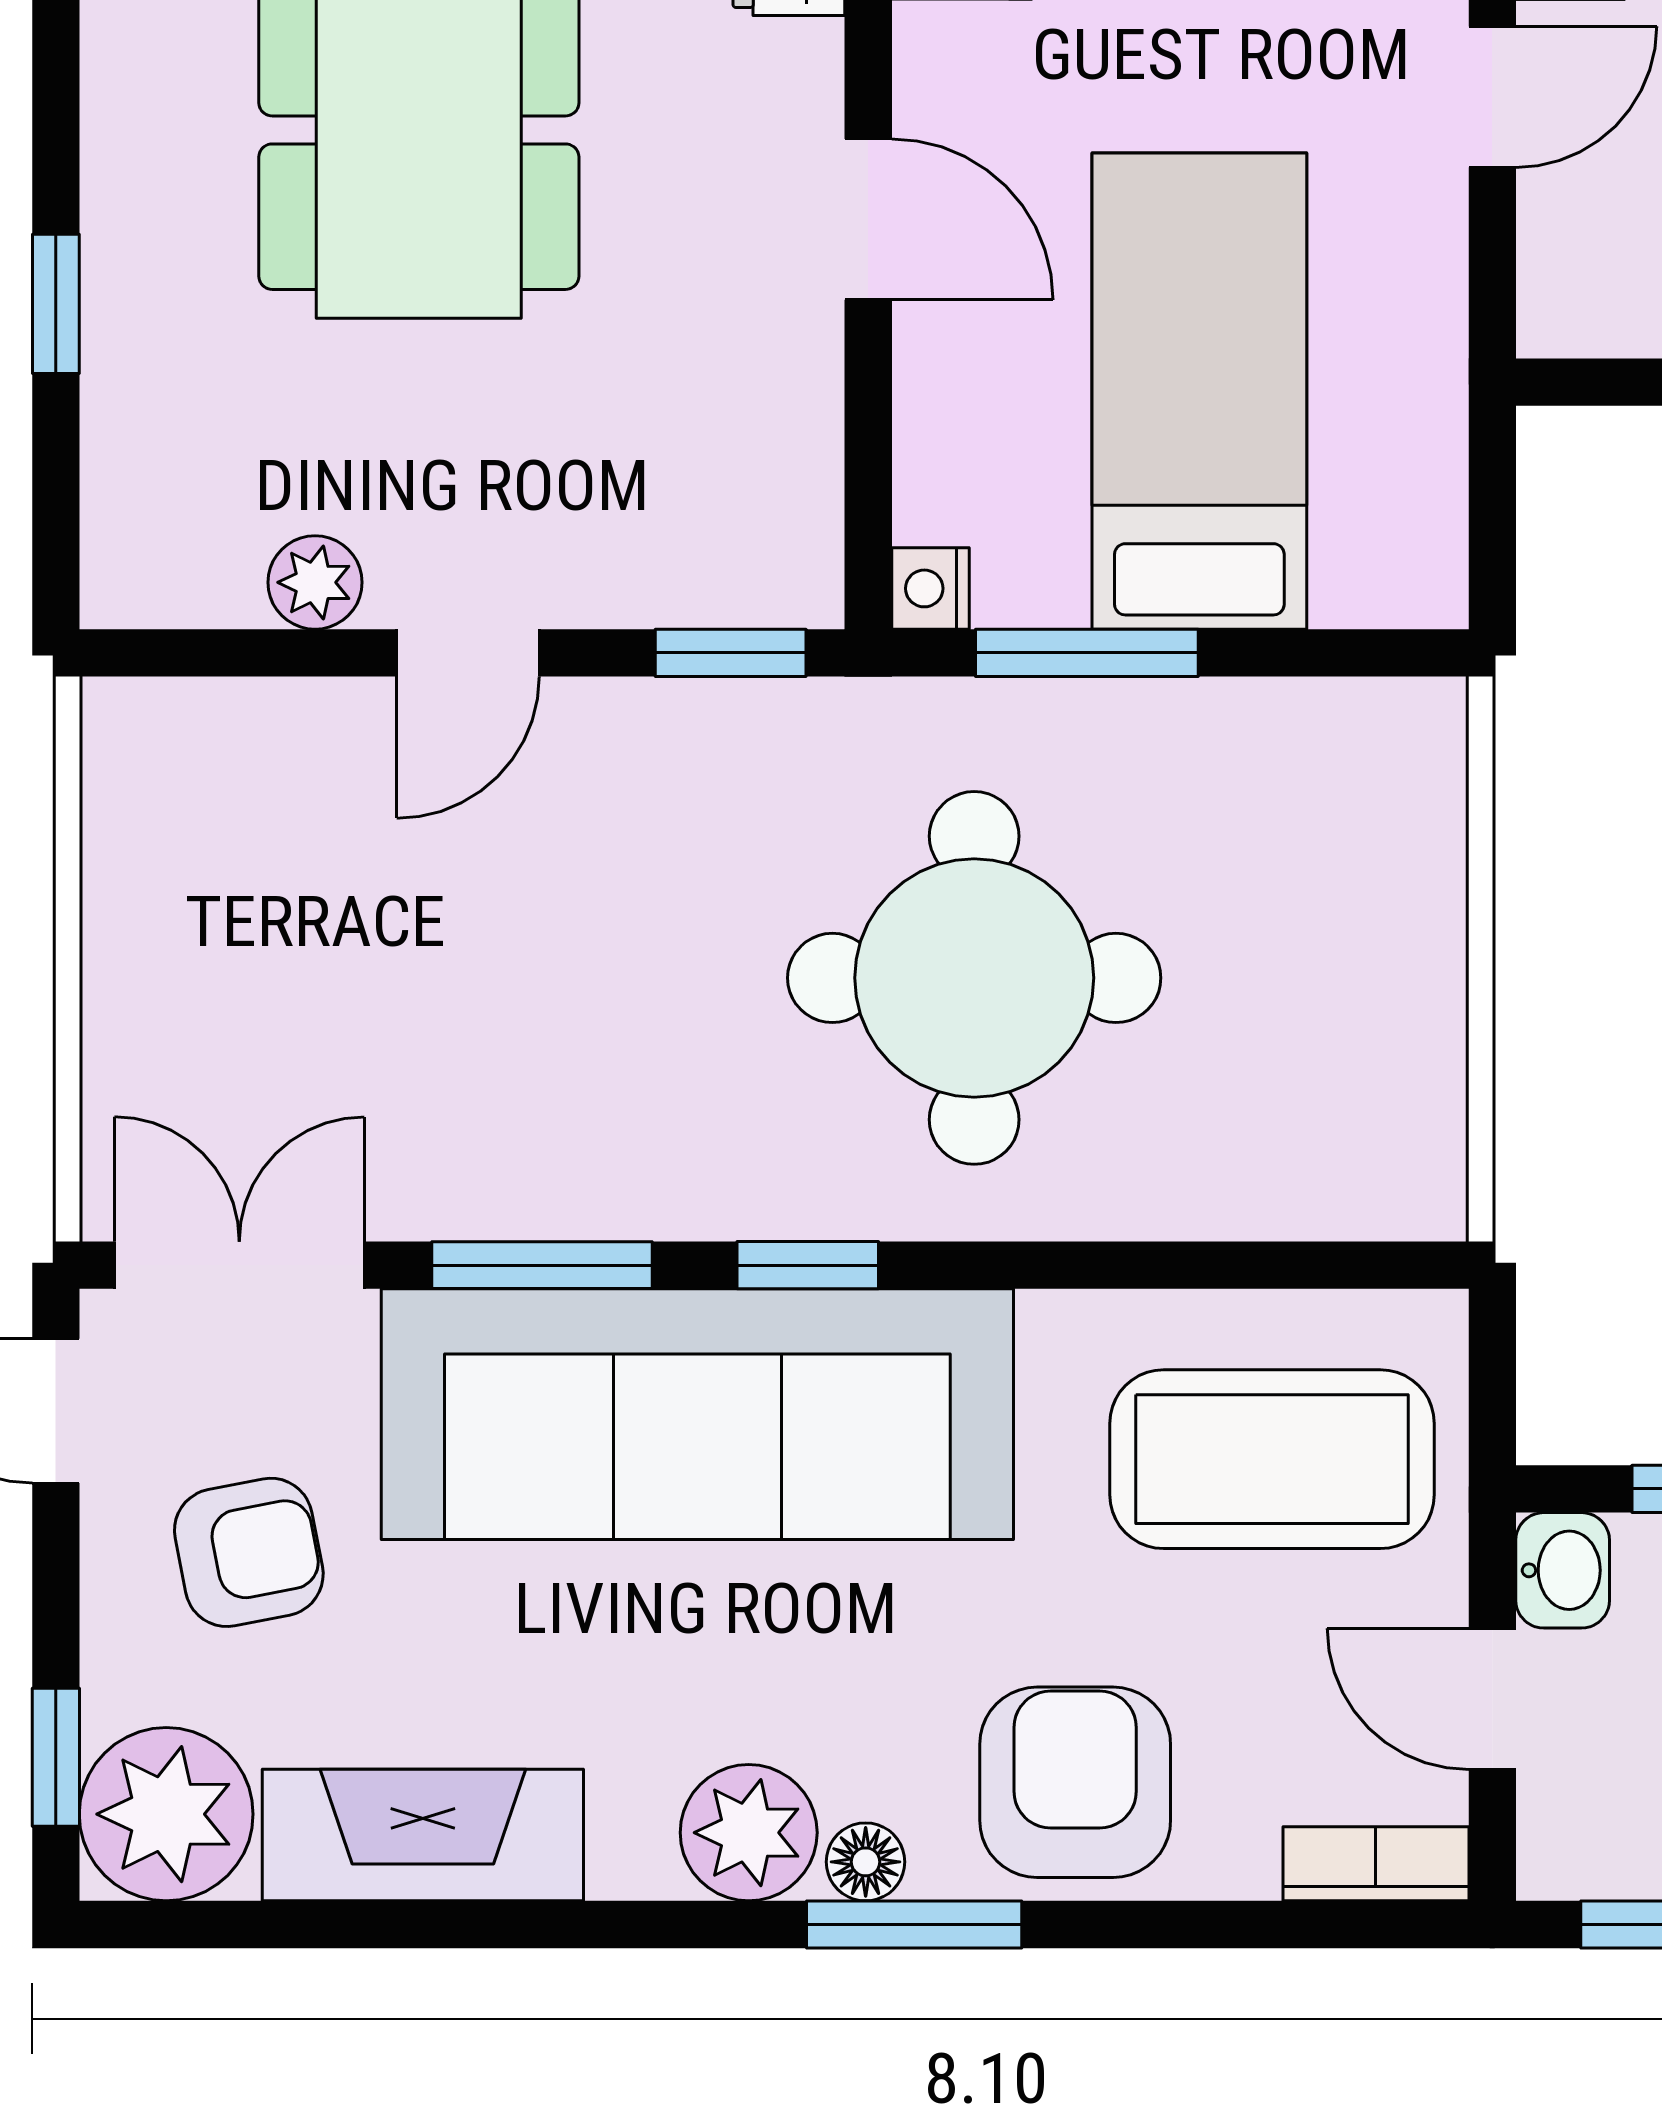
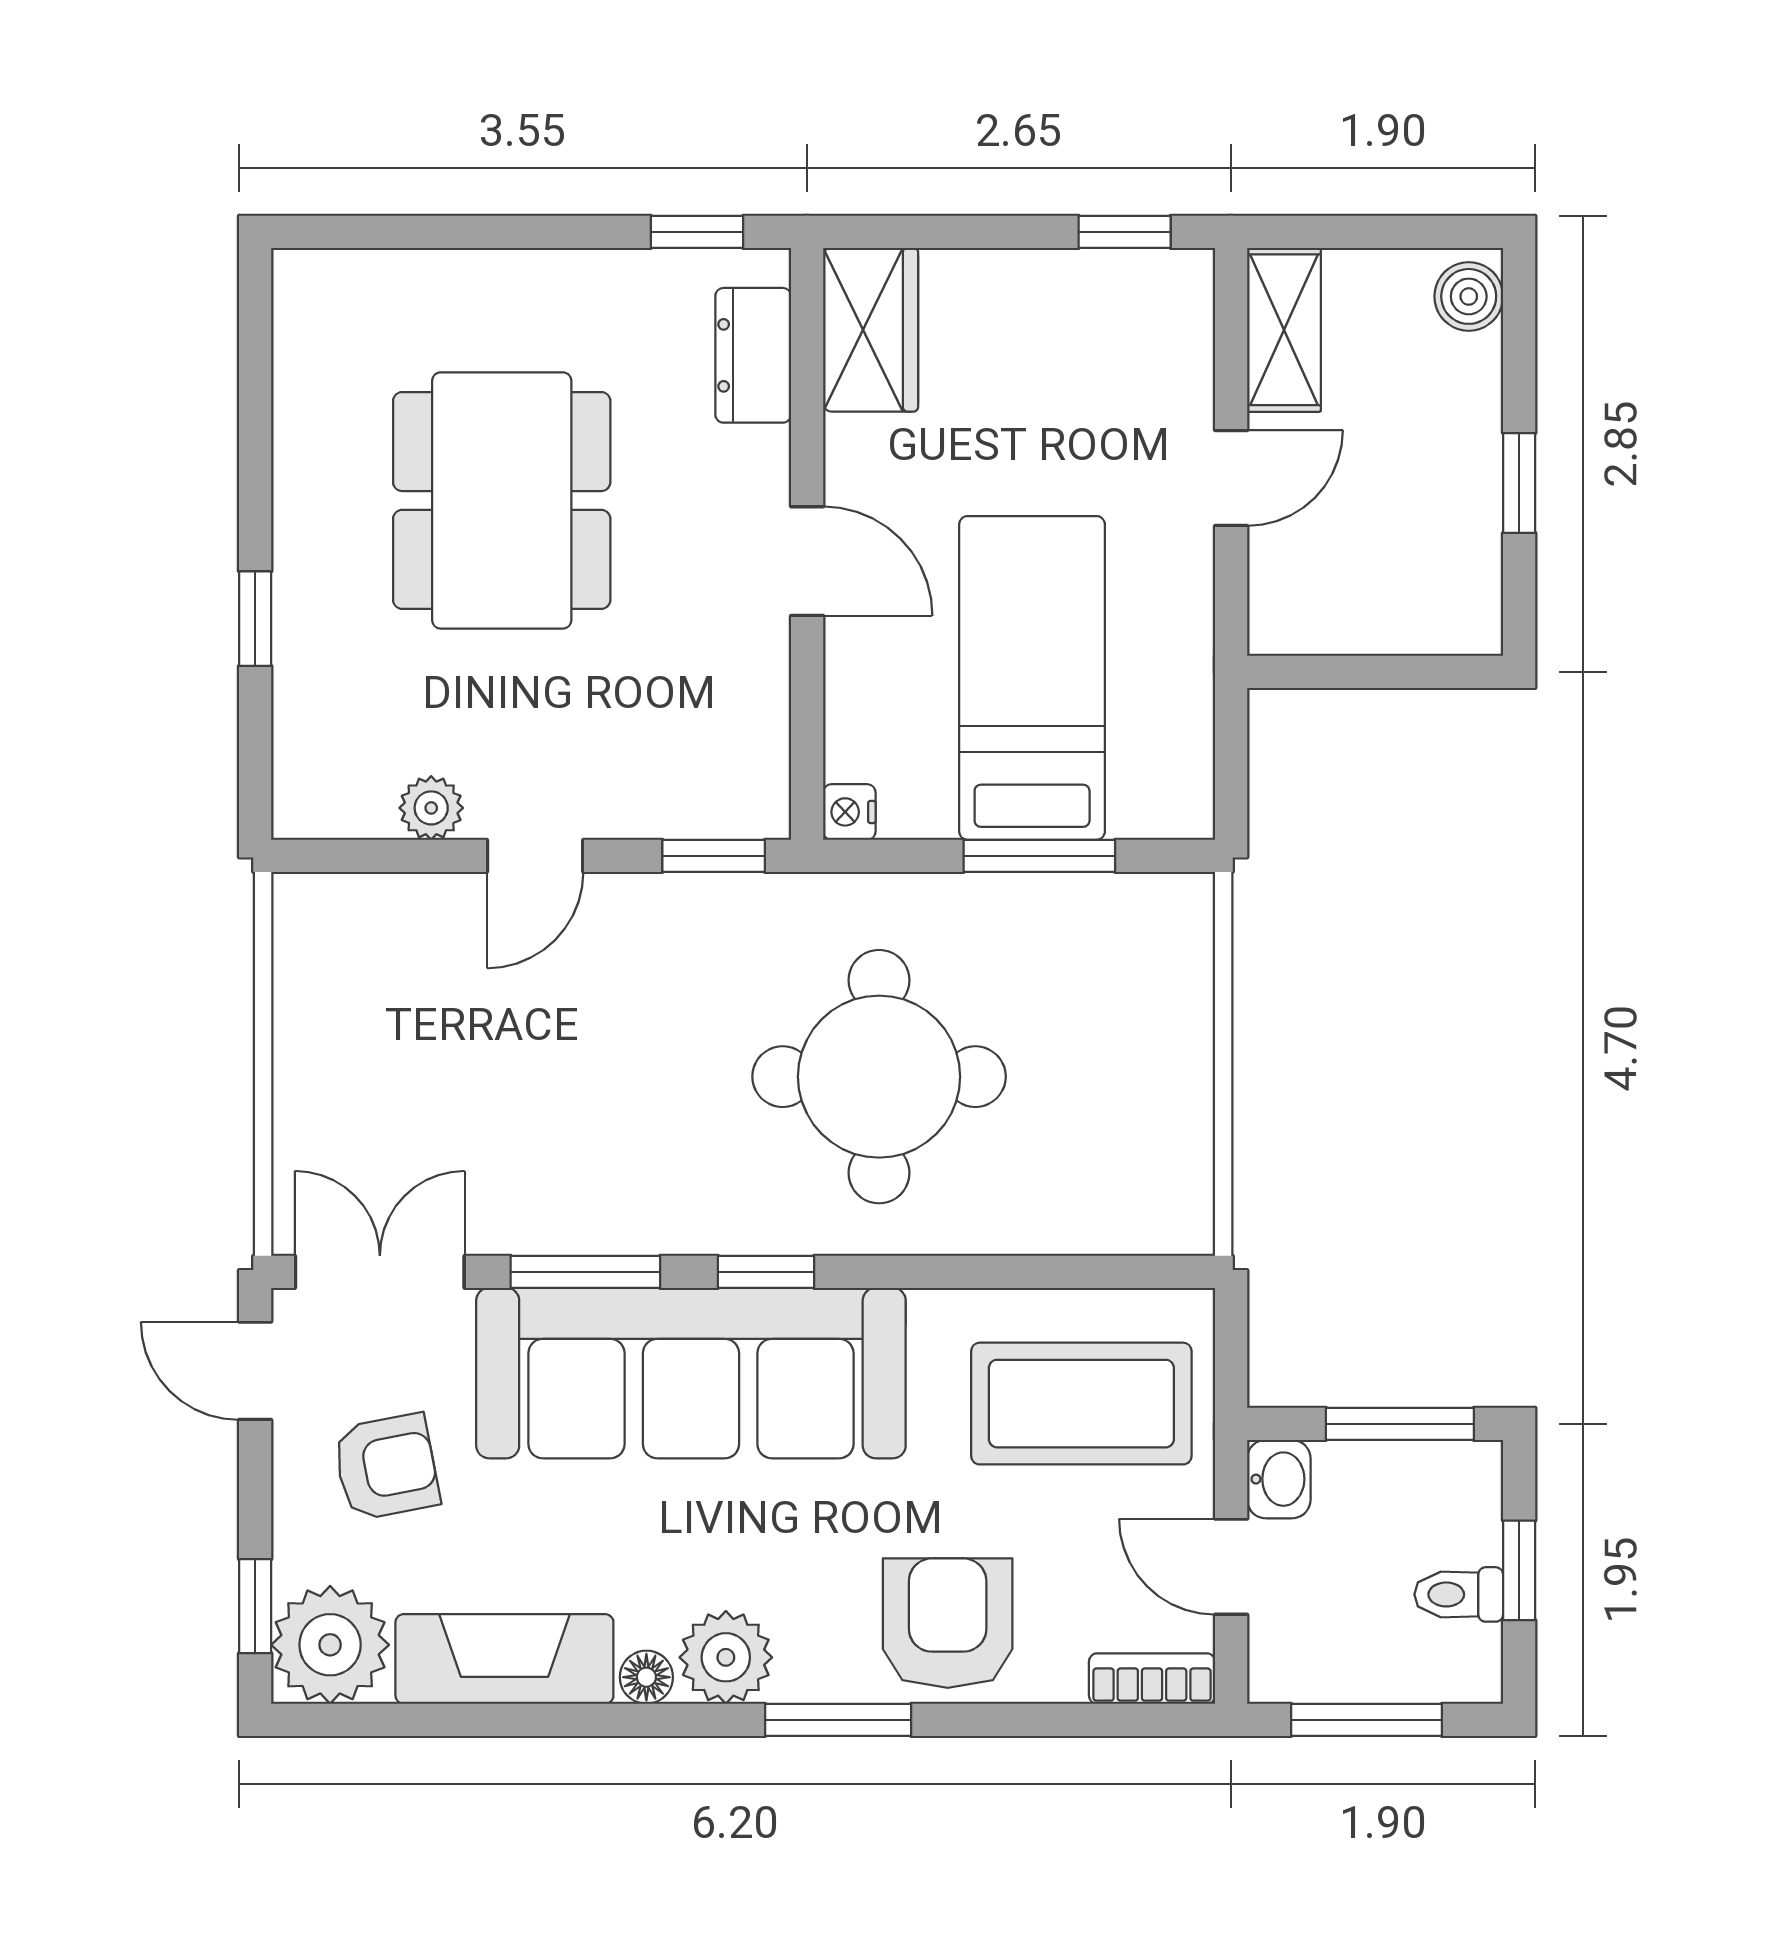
window: (1087, 653) -> (1039, 856), moved
floor lamp: (866, 1862) -> (646, 1677), moved

